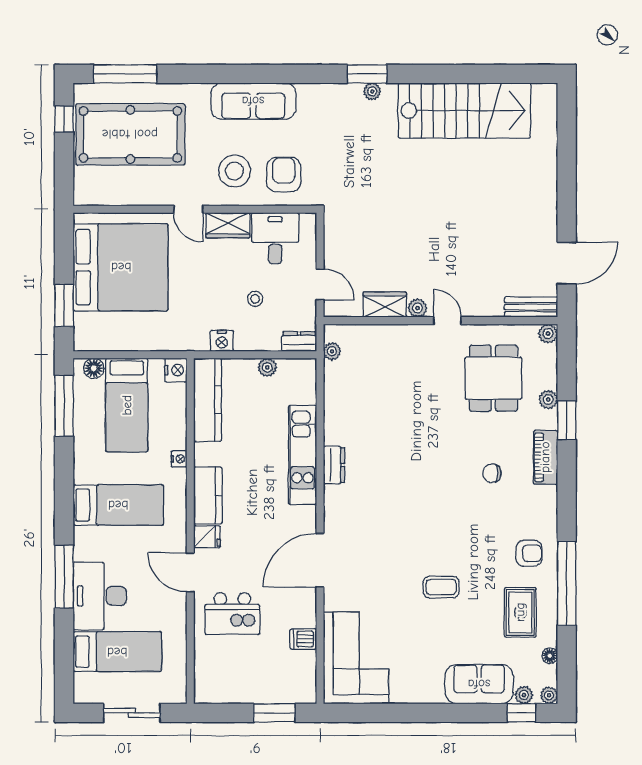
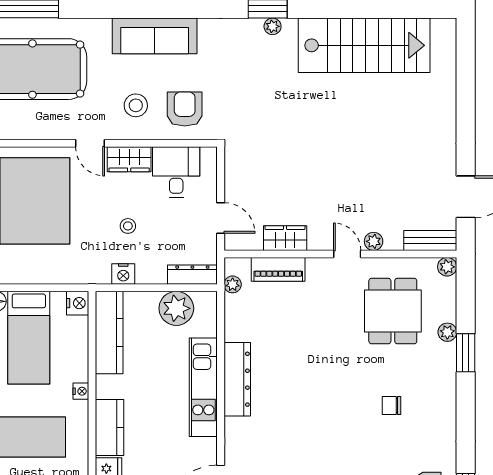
stool: (234, 171) -> (136, 105), width x0.73, depth x0.73
stool: (255, 299) -> (128, 226), moved
plant: (417, 308) -> (374, 241), moved
dresser: (299, 342) -> (192, 275), width x1.44
plant: (267, 367) -> (176, 308), width x1.87, depth x1.87
piano: (545, 457) -> (278, 269), moved, turned -90
dresser: (334, 465) -> (237, 379), width x1.96, depth x1.24

